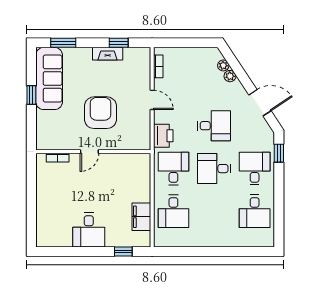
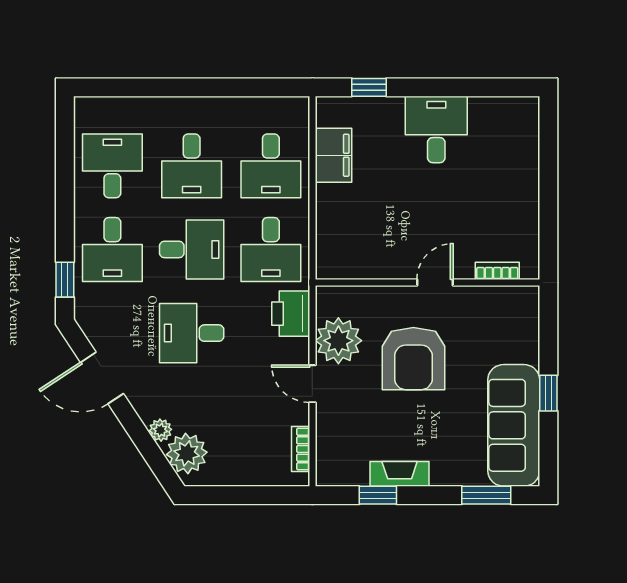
plant: (223, 65) -> (187, 453), width x1.88, depth x1.88
plant: (139, 122) -> (338, 341), added
desk: (173, 211) -> (271, 166), turned 180
desk: (214, 211) -> (192, 166), added

